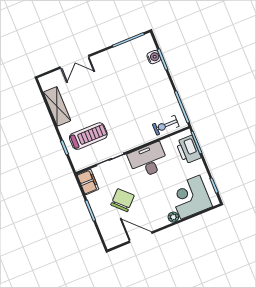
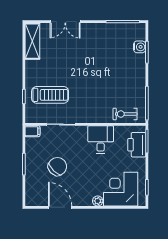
shelving: (57, 106) -> (32, 41), moved
desk: (148, 160) -> (101, 140), width x0.73
filing cabinet: (88, 182) -> (32, 131), width x0.50

